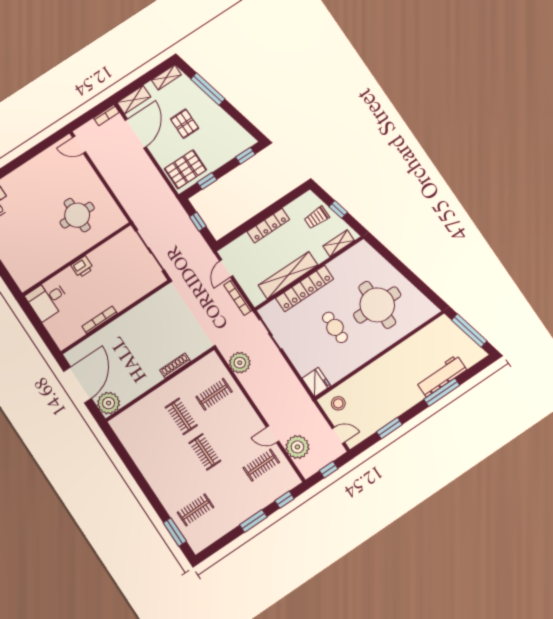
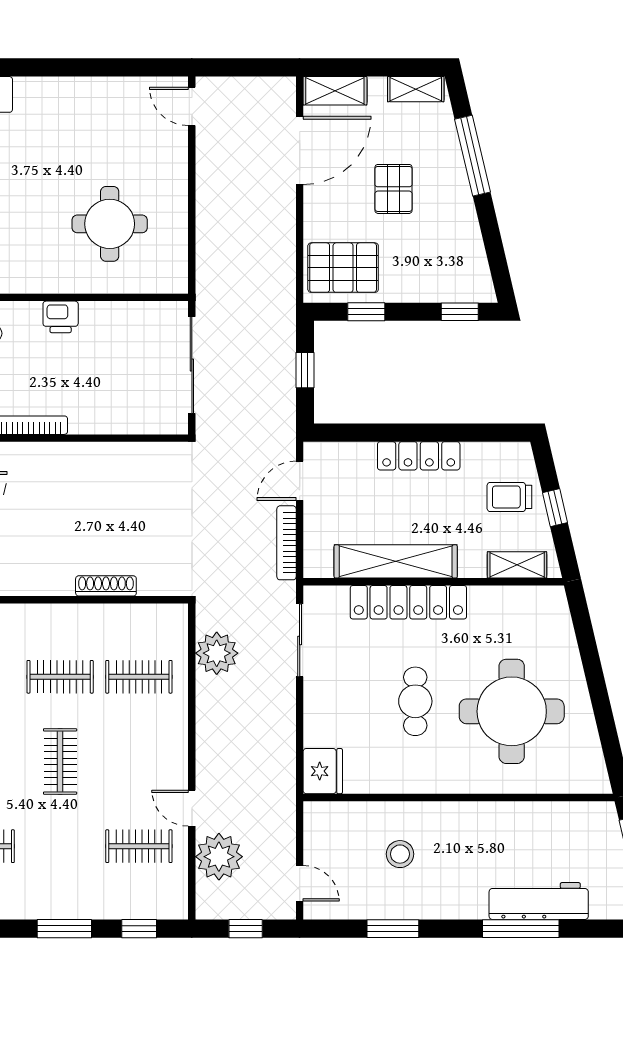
bookcase: (106, 115) -> (271, 86), removed
stool: (338, 403) -> (400, 854), moved
clothes rail: (181, 416) -> (60, 677), turned 90

